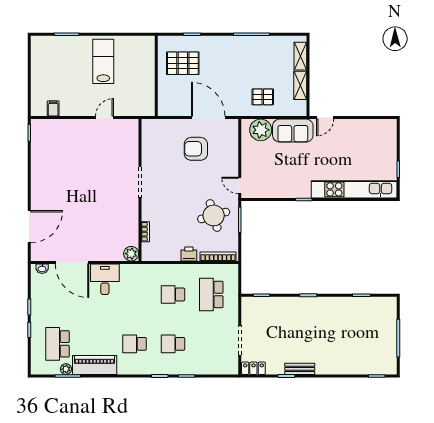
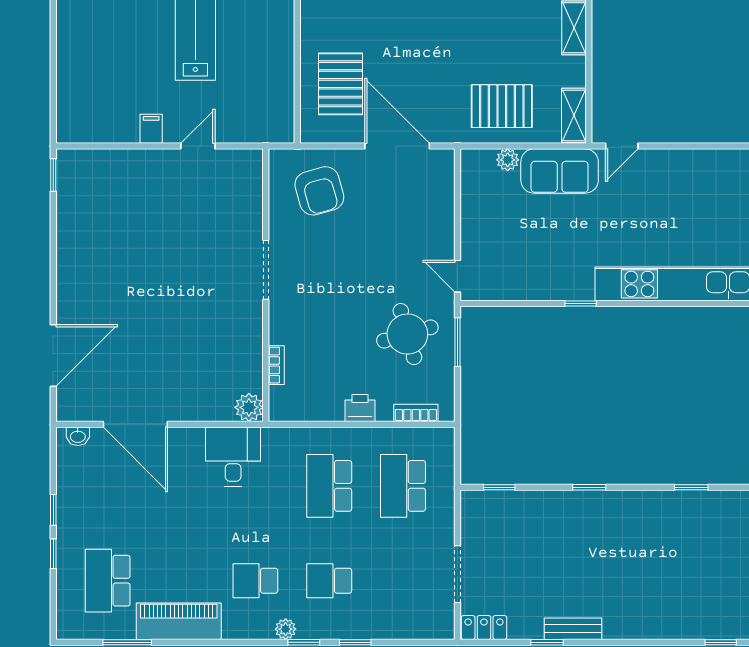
pallet: (183, 63) -> (340, 84), moved, turned 90
shelving: (300, 85) -> (574, 115), moved
pallet: (263, 97) -> (502, 106), width x1.50, depth x1.42
filing cabinet: (53, 109) -> (151, 129), moved
plant: (261, 130) -> (508, 160), width x0.53, depth x0.53
armchair: (196, 149) -> (319, 191), moved, turned -106
bookcase: (218, 257) -> (416, 413), width x0.64
desk: (105, 279) -> (233, 456), moved
school desk: (173, 294) -> (329, 486), width x1.85
plant: (66, 369) -> (286, 629), moved

